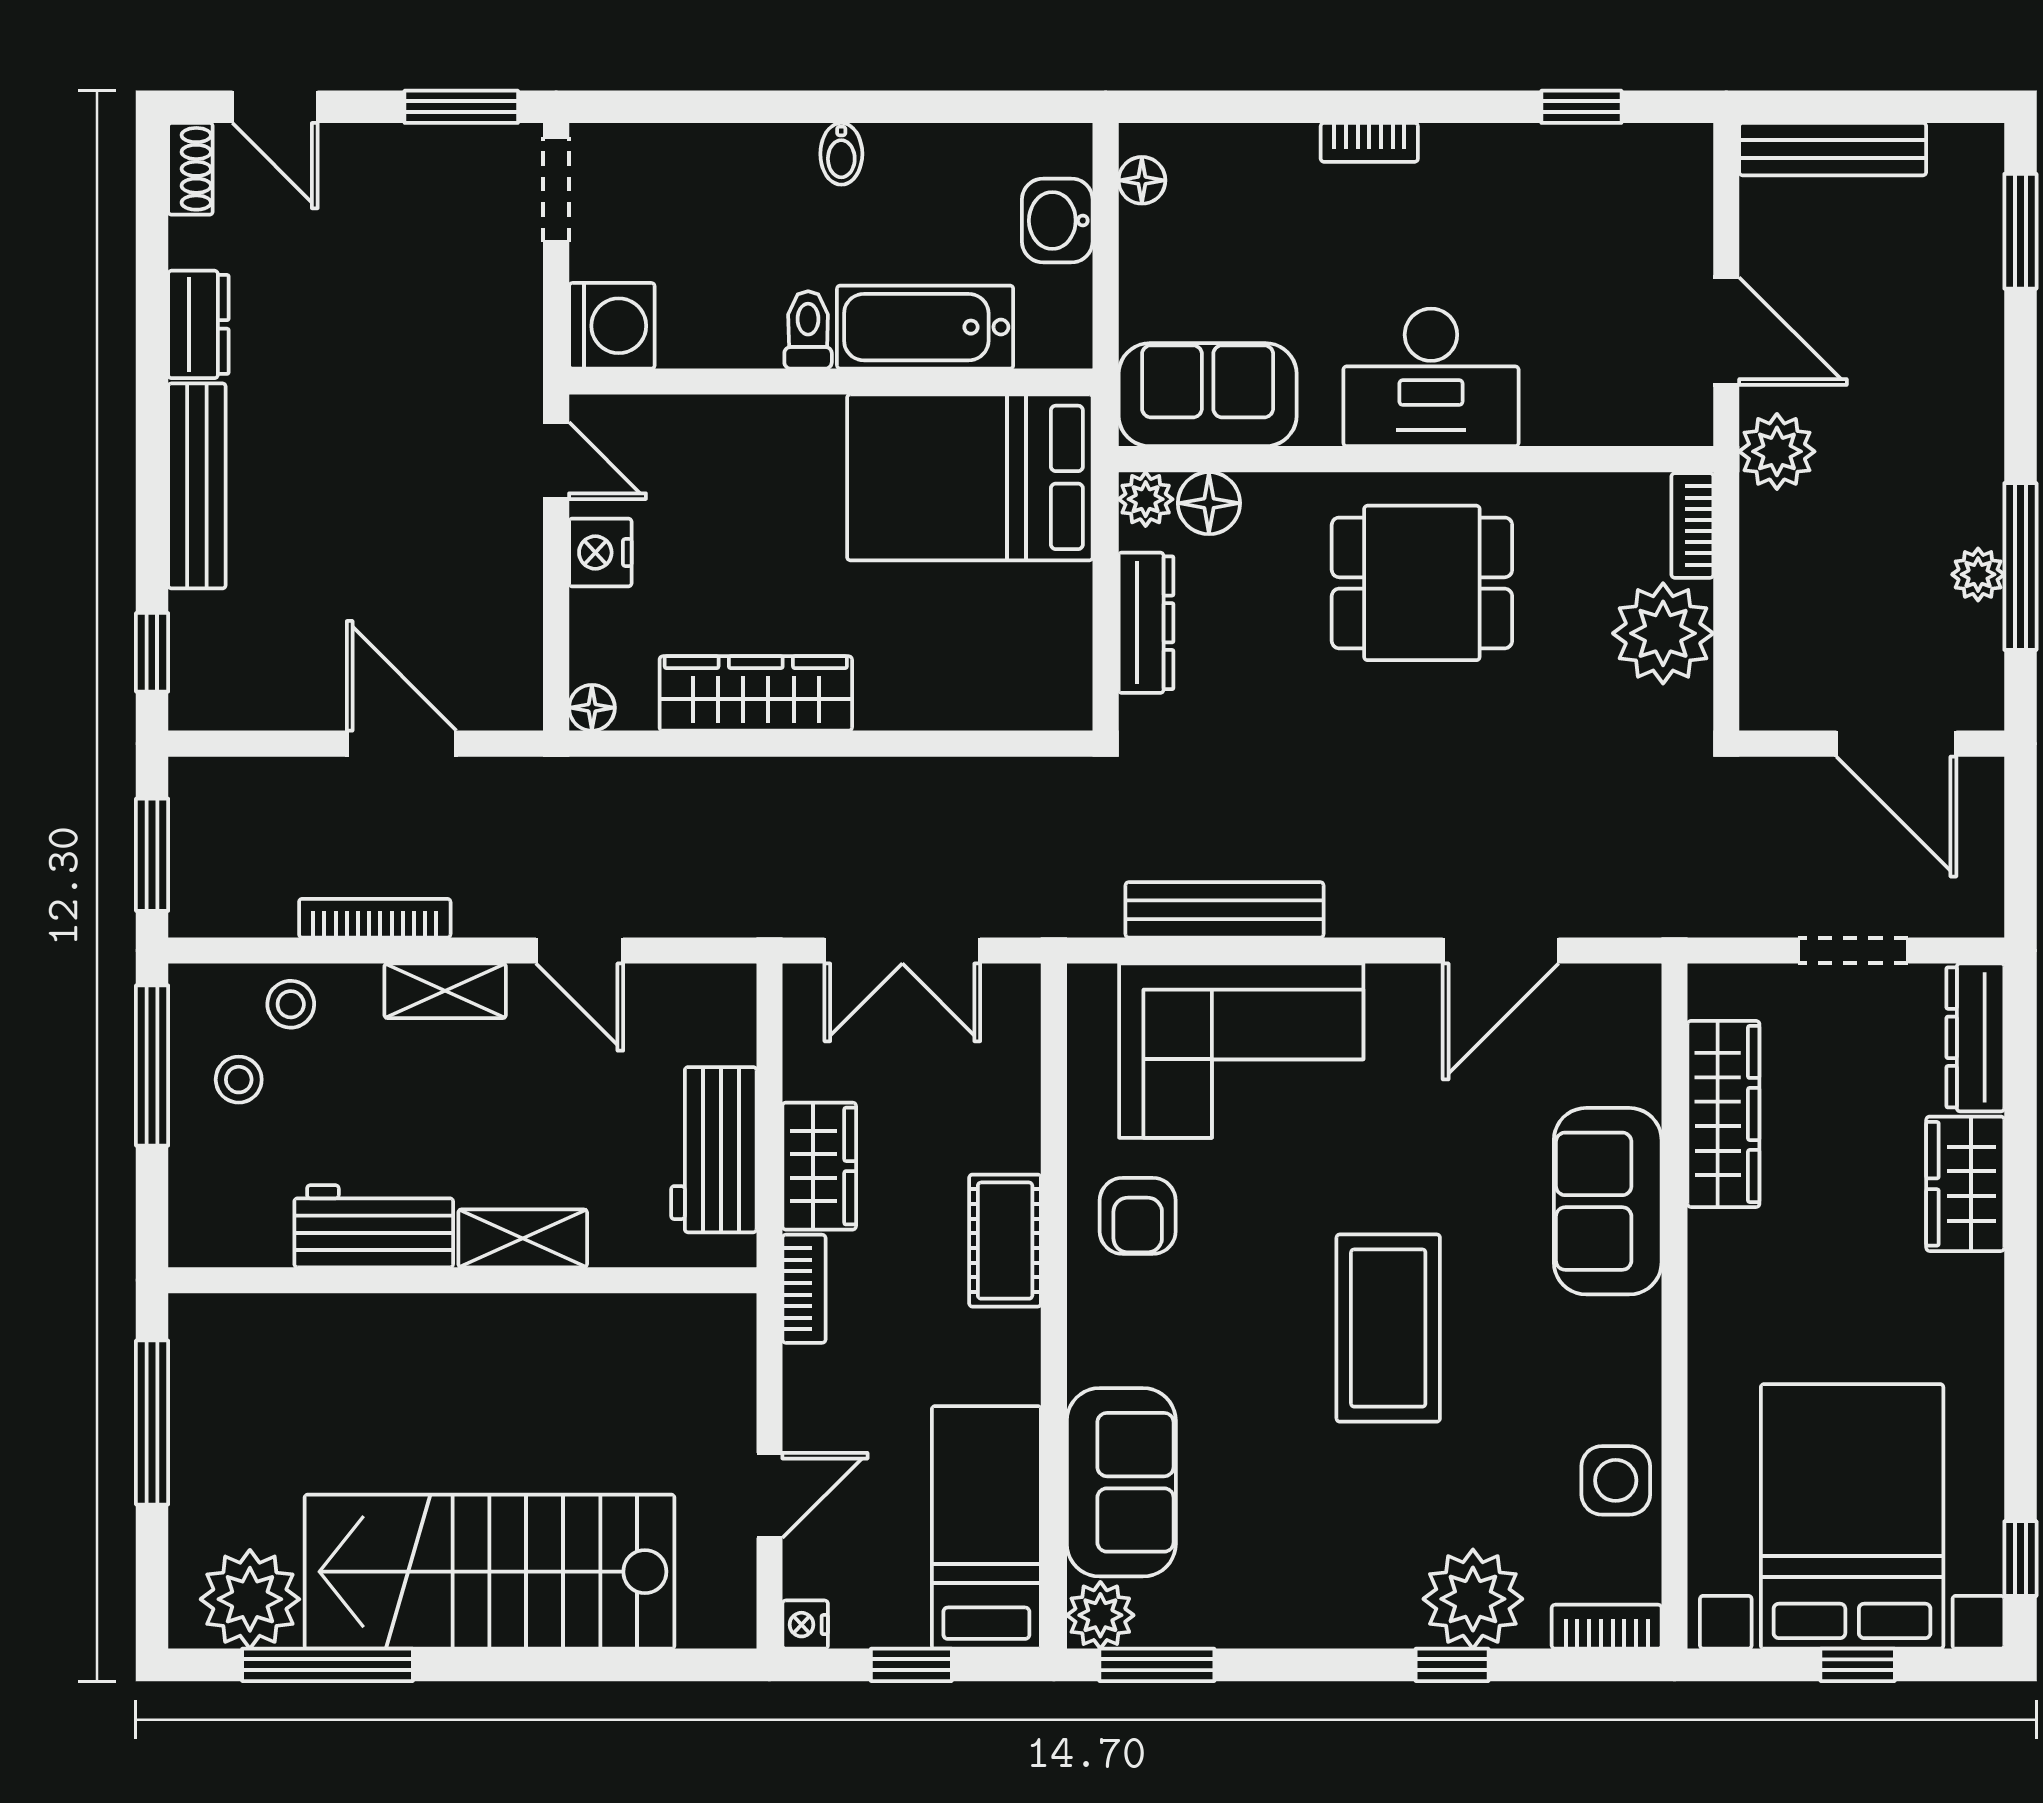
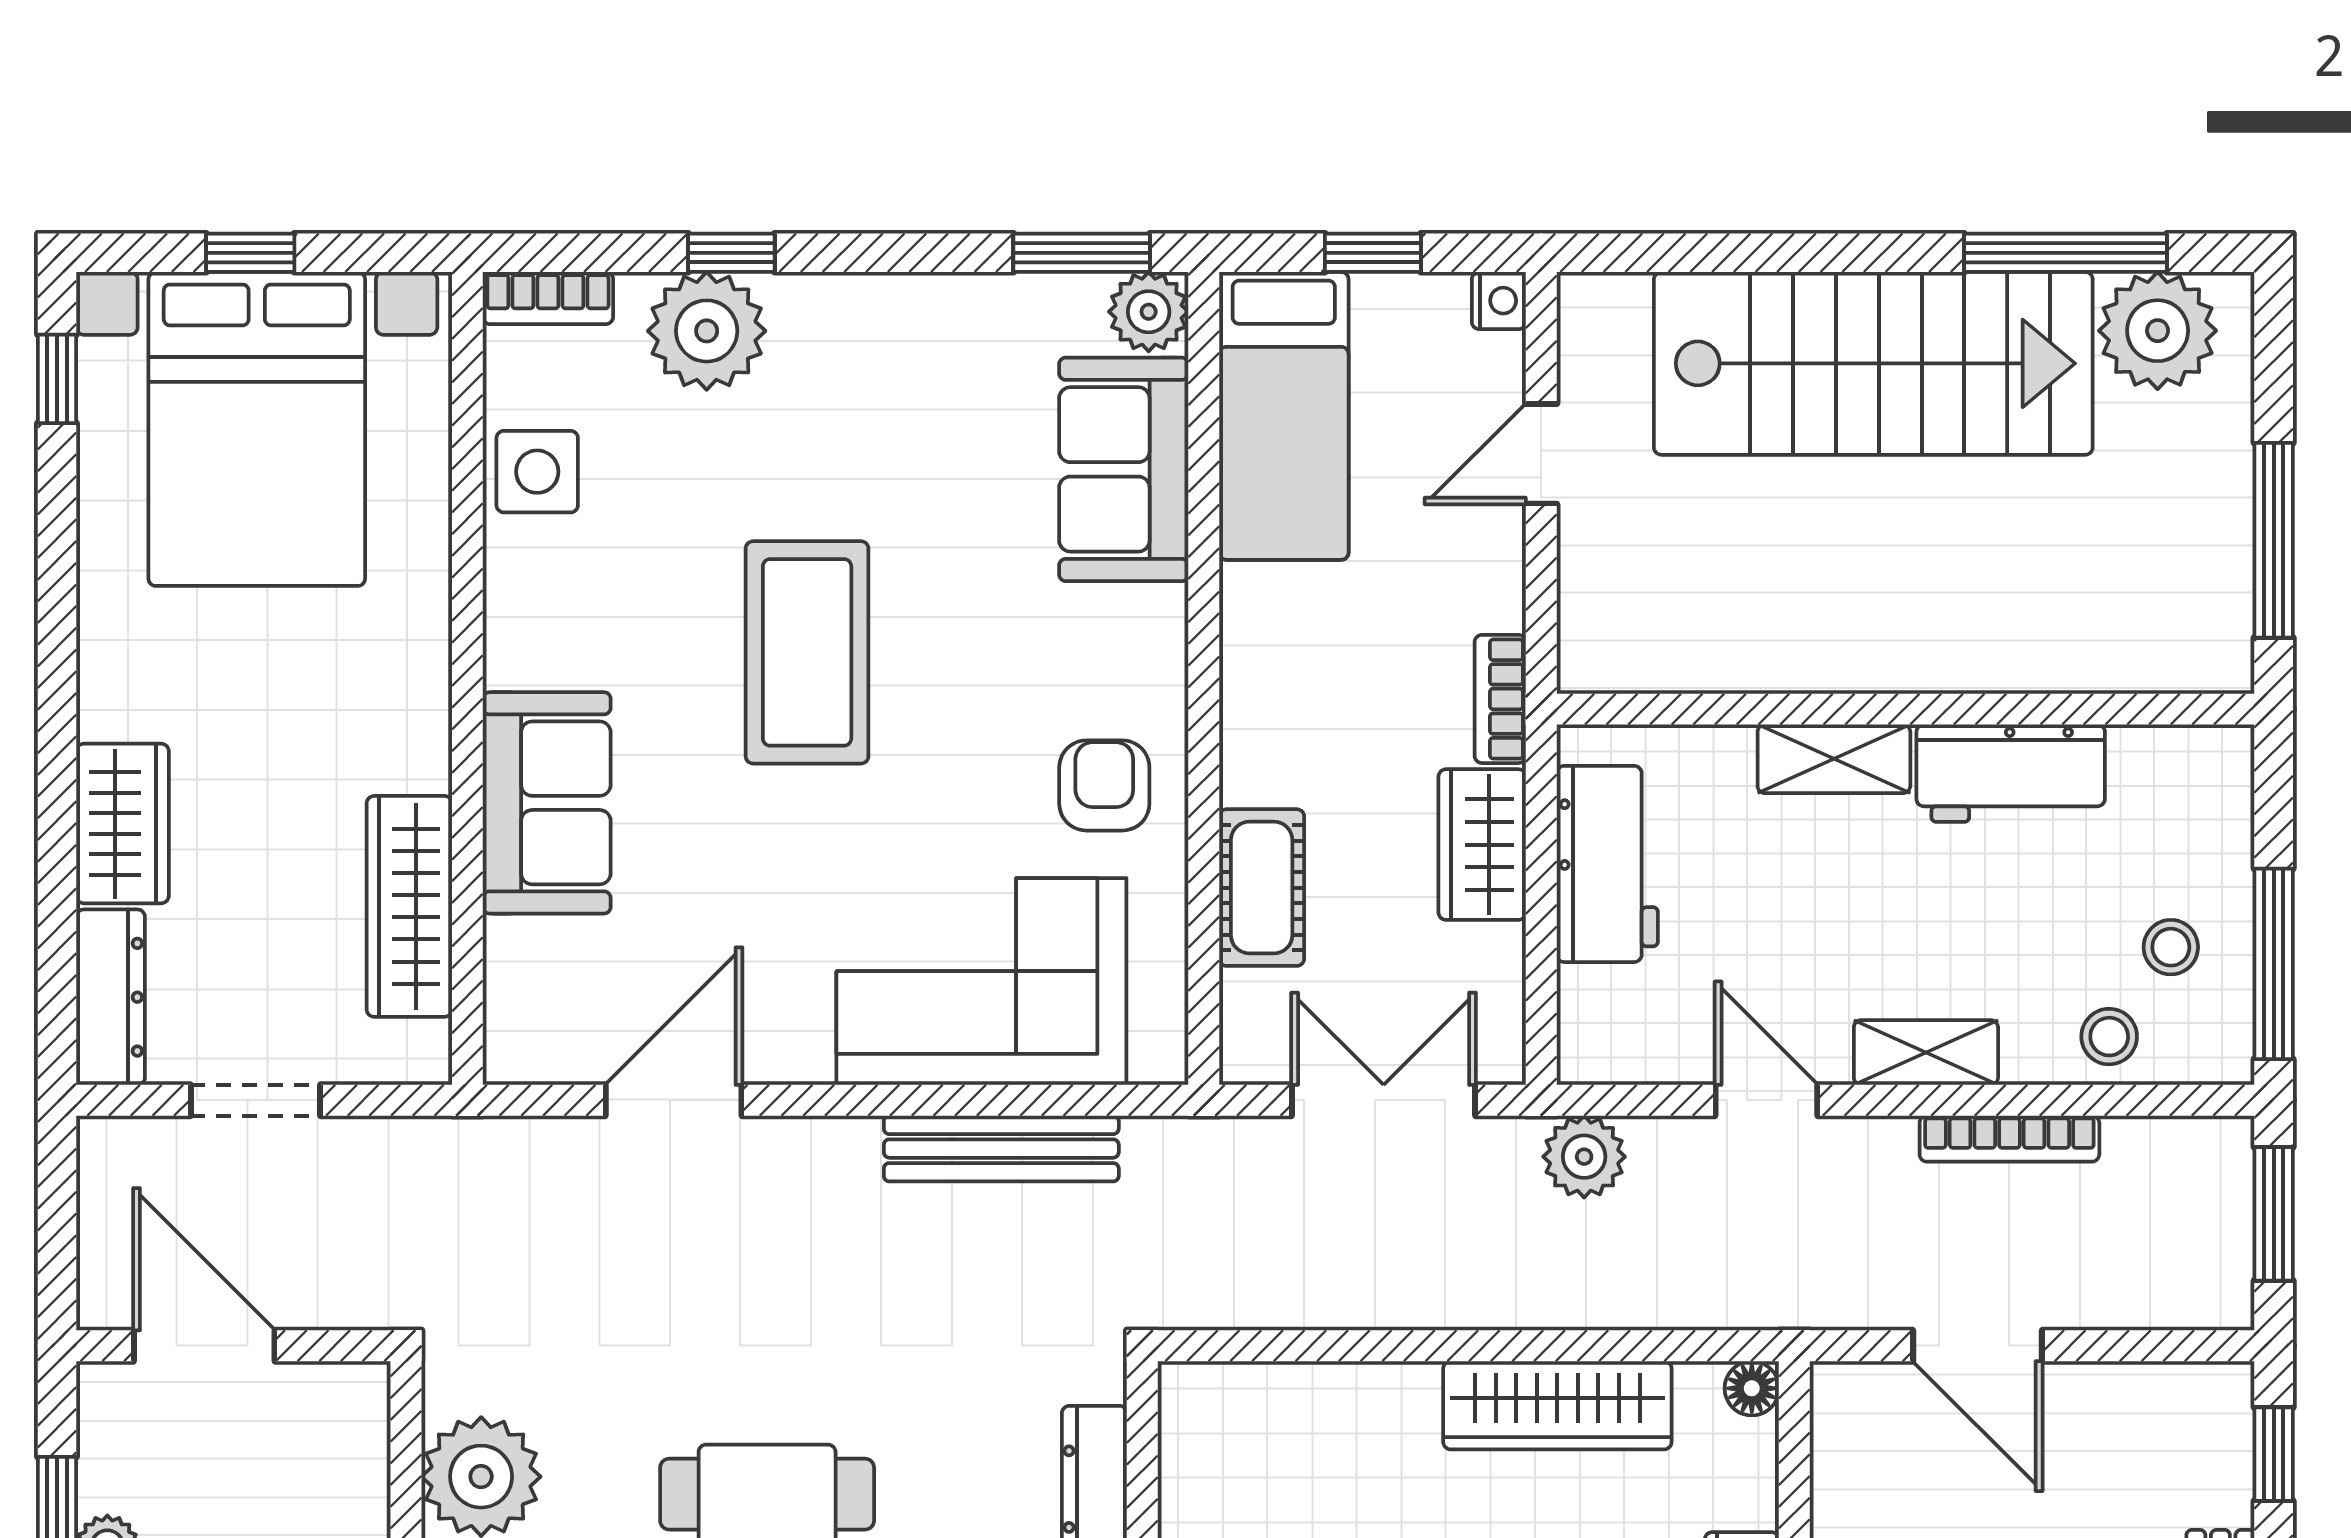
plant: (733, 903) -> (1584, 1157), added
cot: (1005, 1241) -> (1262, 888), moved

